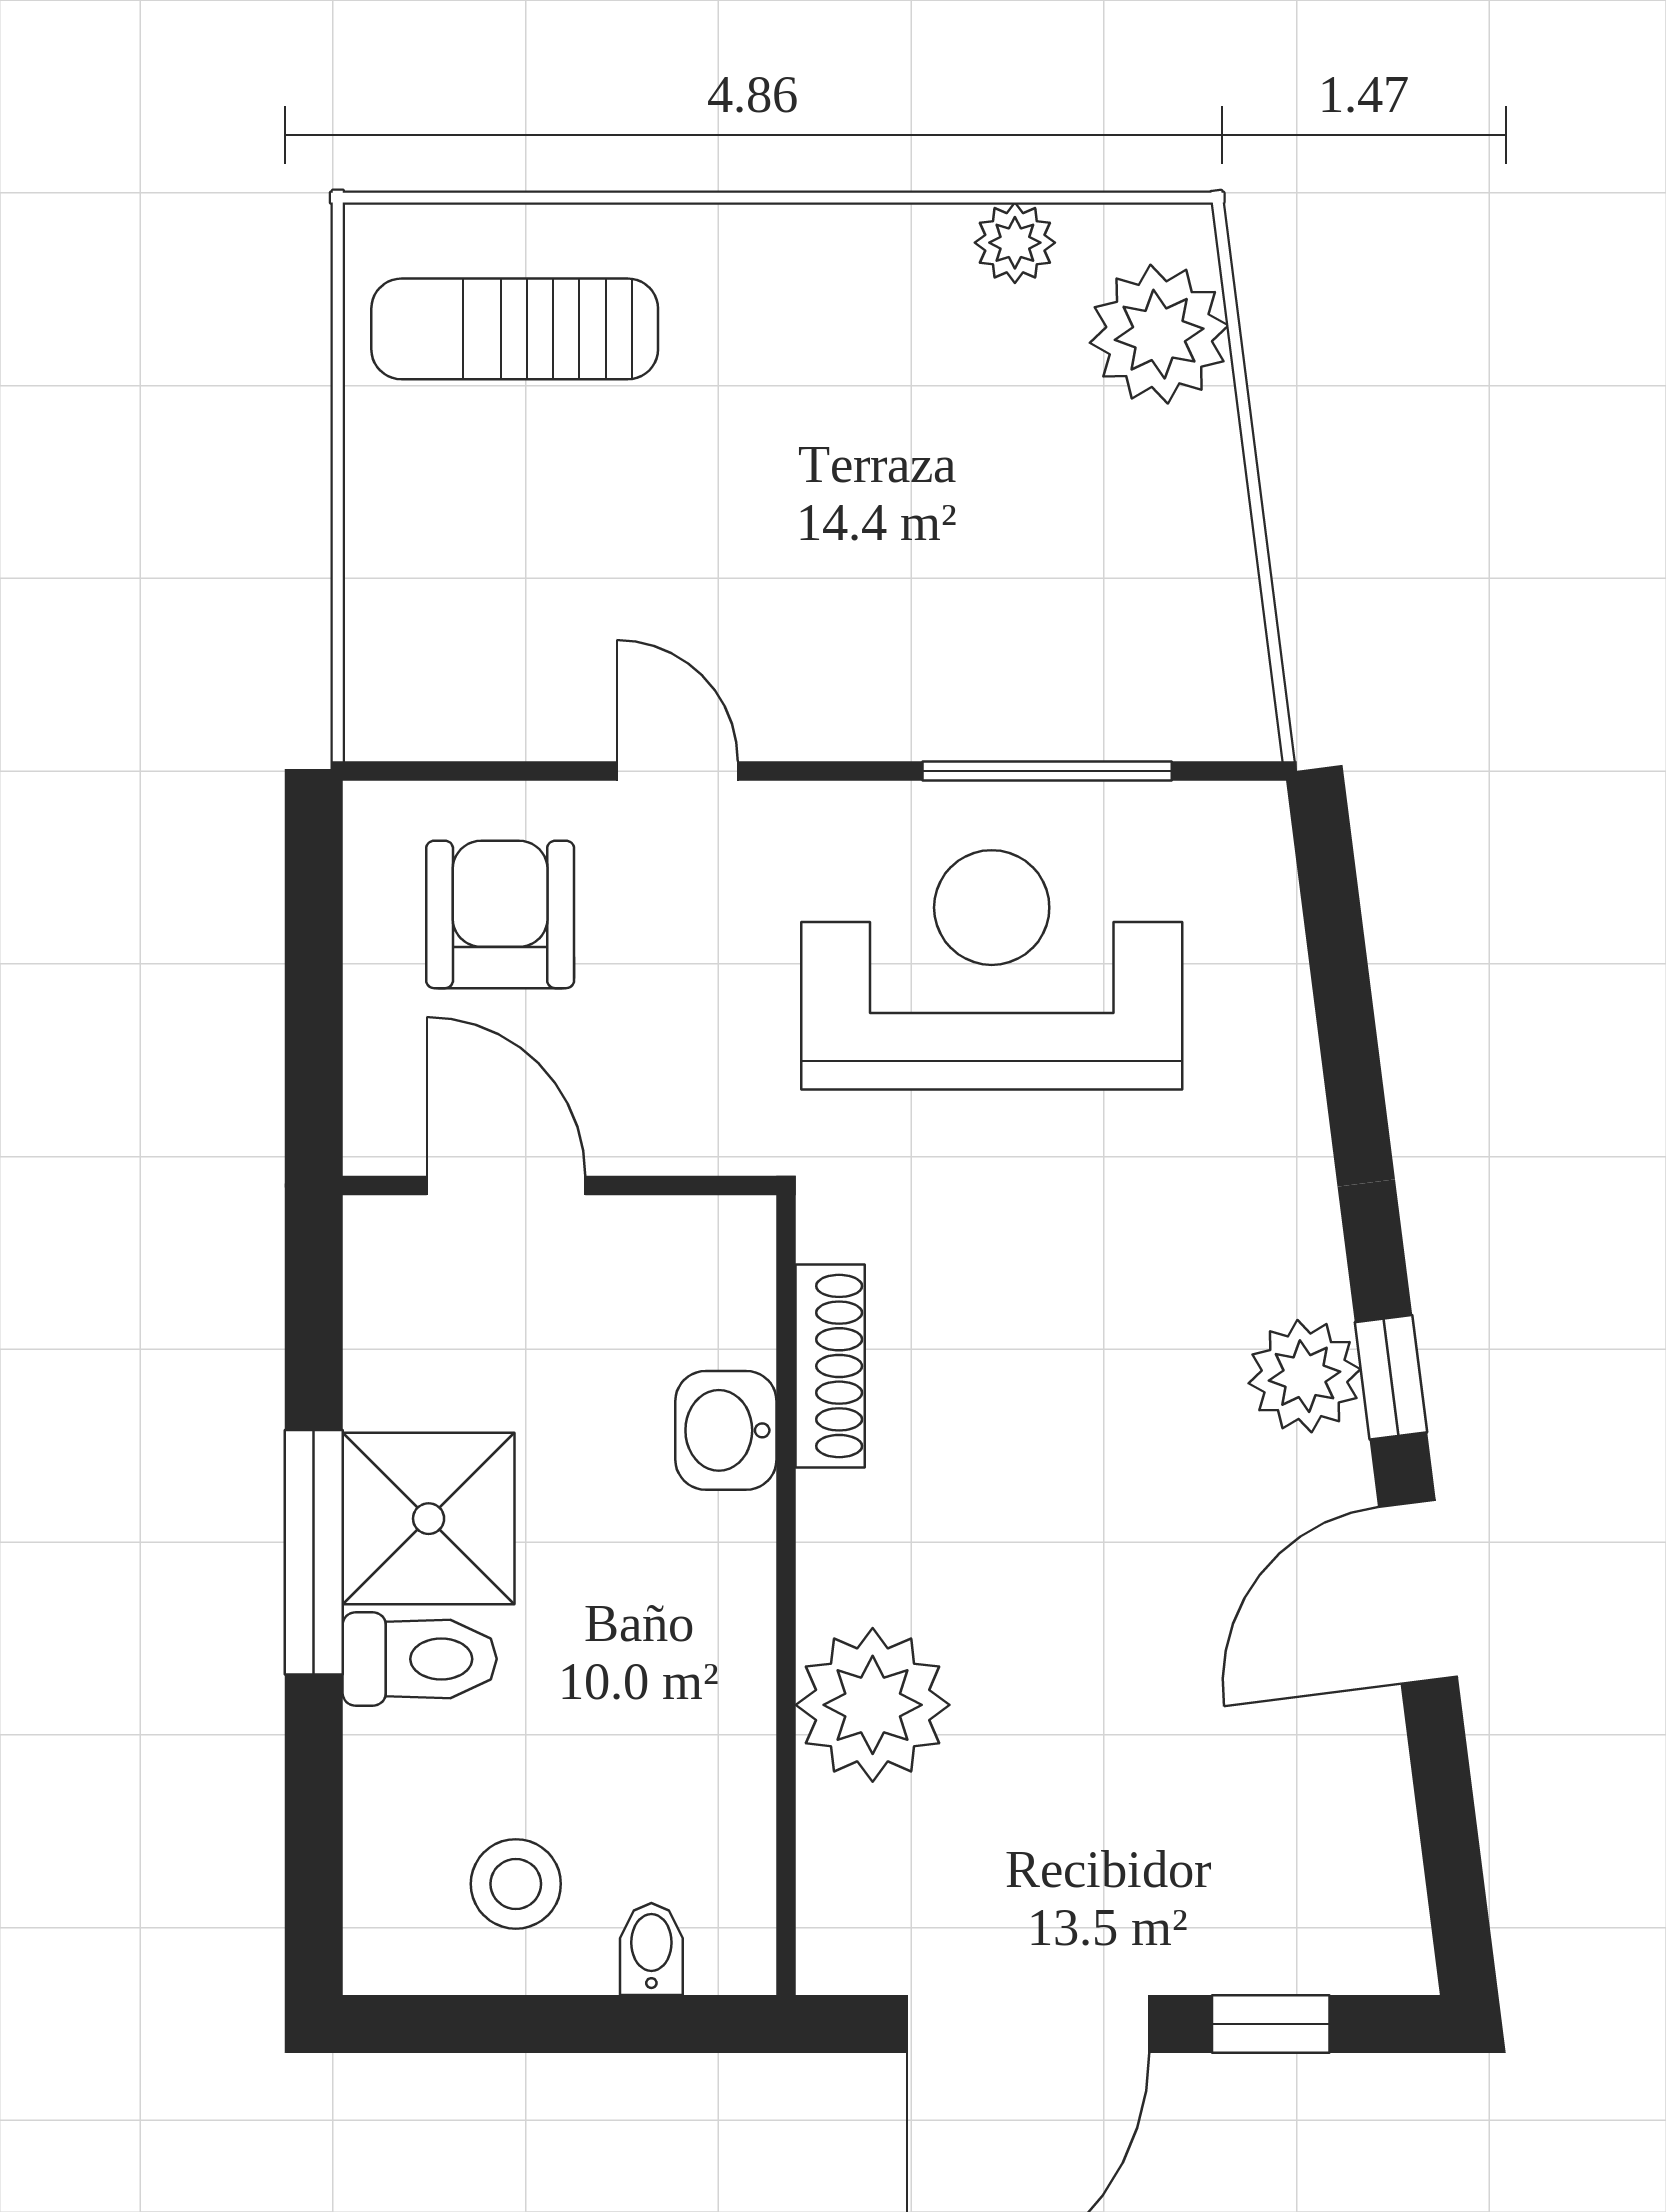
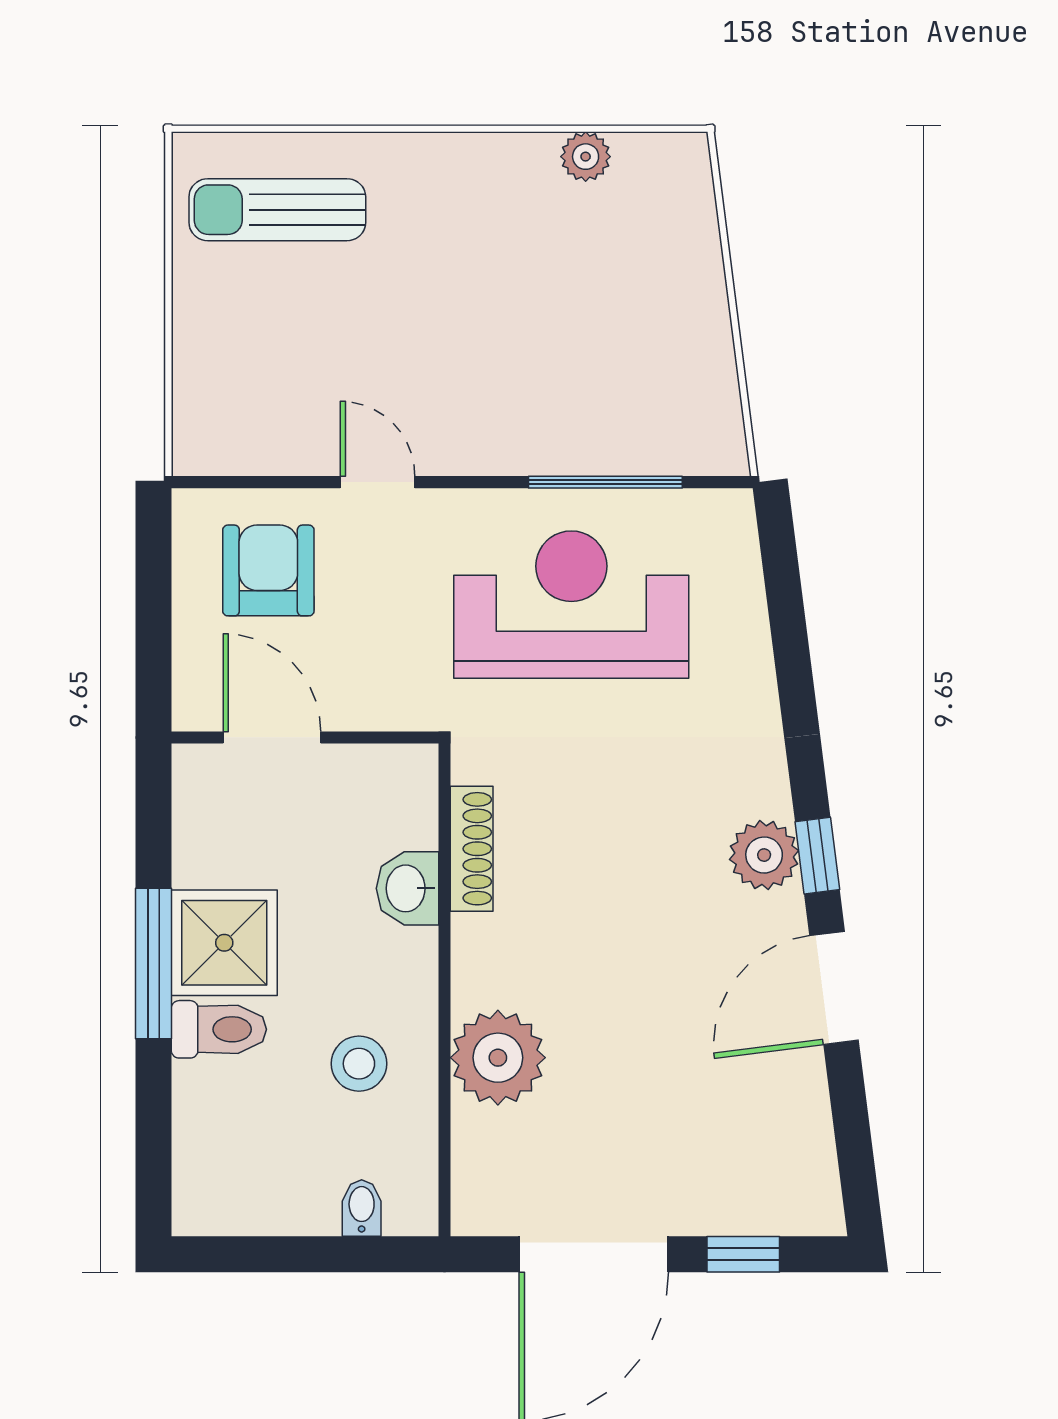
plant: (1159, 334) -> (674, 213), removed
stool: (516, 1884) -> (359, 1064), moved

